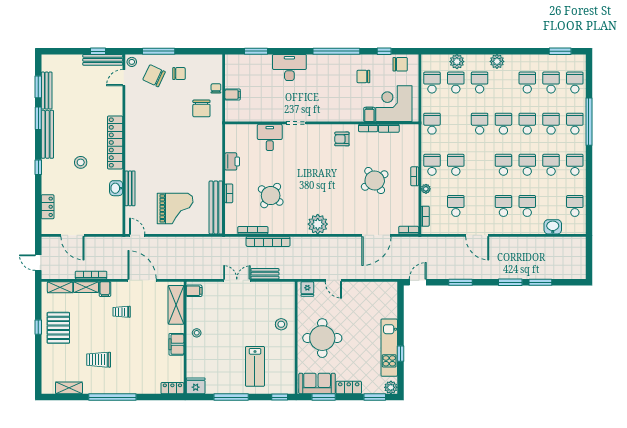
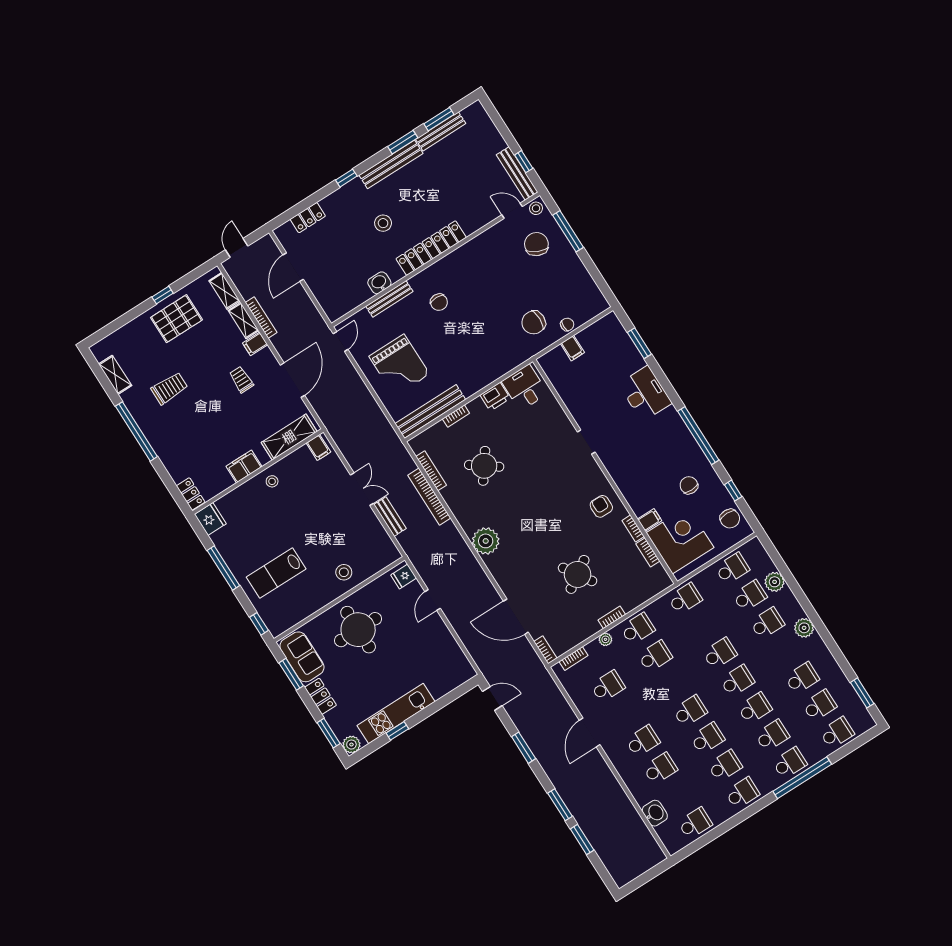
chair: (179, 74) -> (439, 302), moved
desk: (270, 137) -> (525, 387), moved, turned -90
trolley: (99, 360) -> (169, 388), turned 90

